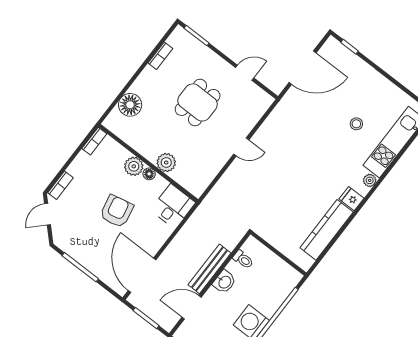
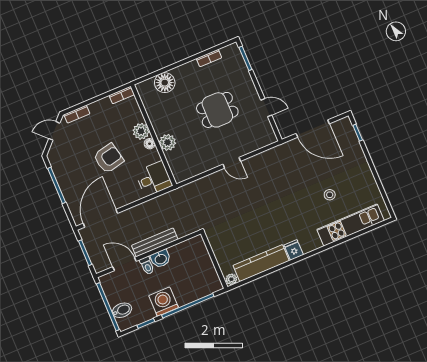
plant: (370, 180) -> (231, 279), moved
toilet: (243, 259) -> (147, 266), moved

